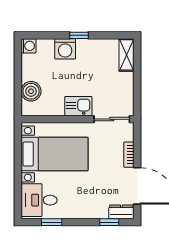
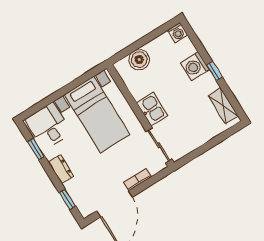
shelving: (127, 55) -> (223, 106), moved, turned 90
dresser: (121, 212) -> (61, 169), moved

